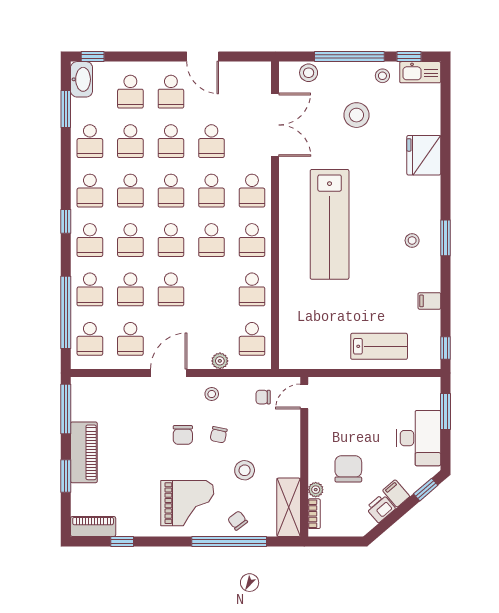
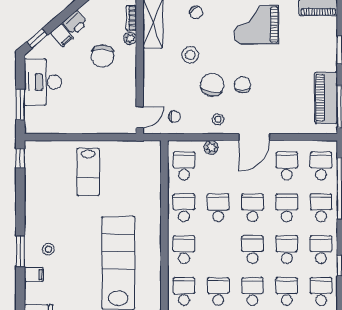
school desk: (211, 240) -> (218, 208), moved
filing cabinet: (429, 301) -> (34, 274), moved
lab bench: (379, 346) -> (88, 172), moved, turned -90
chair: (219, 435) -> (212, 85), width x1.87, depth x1.87
piano: (84, 452) -> (326, 98), moved
grand piano: (187, 503) -> (256, 25), moved

